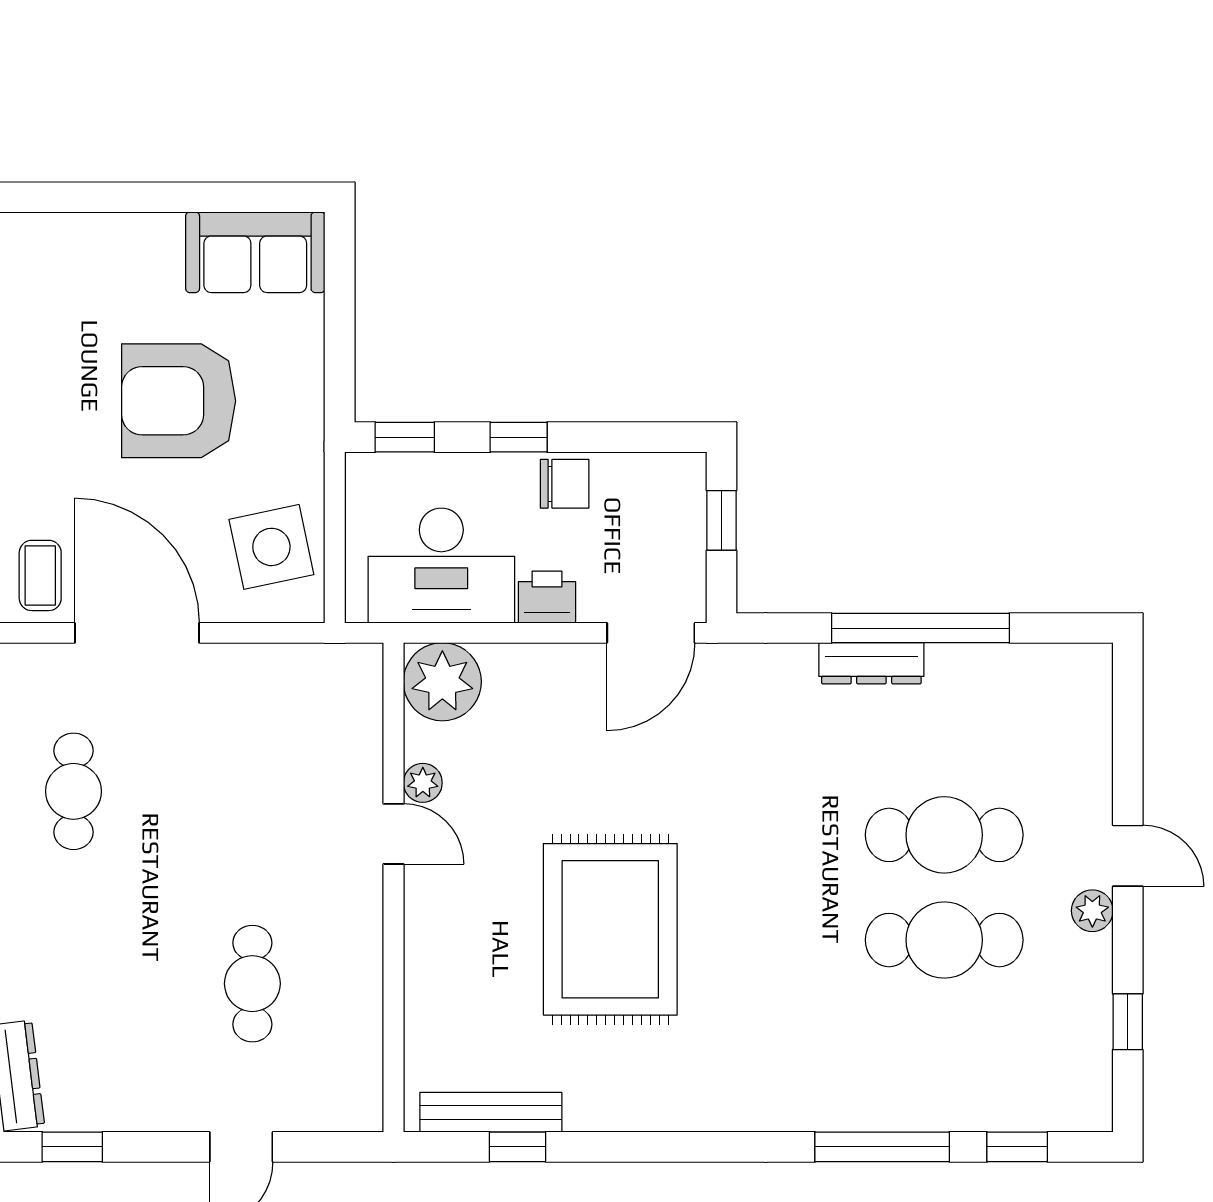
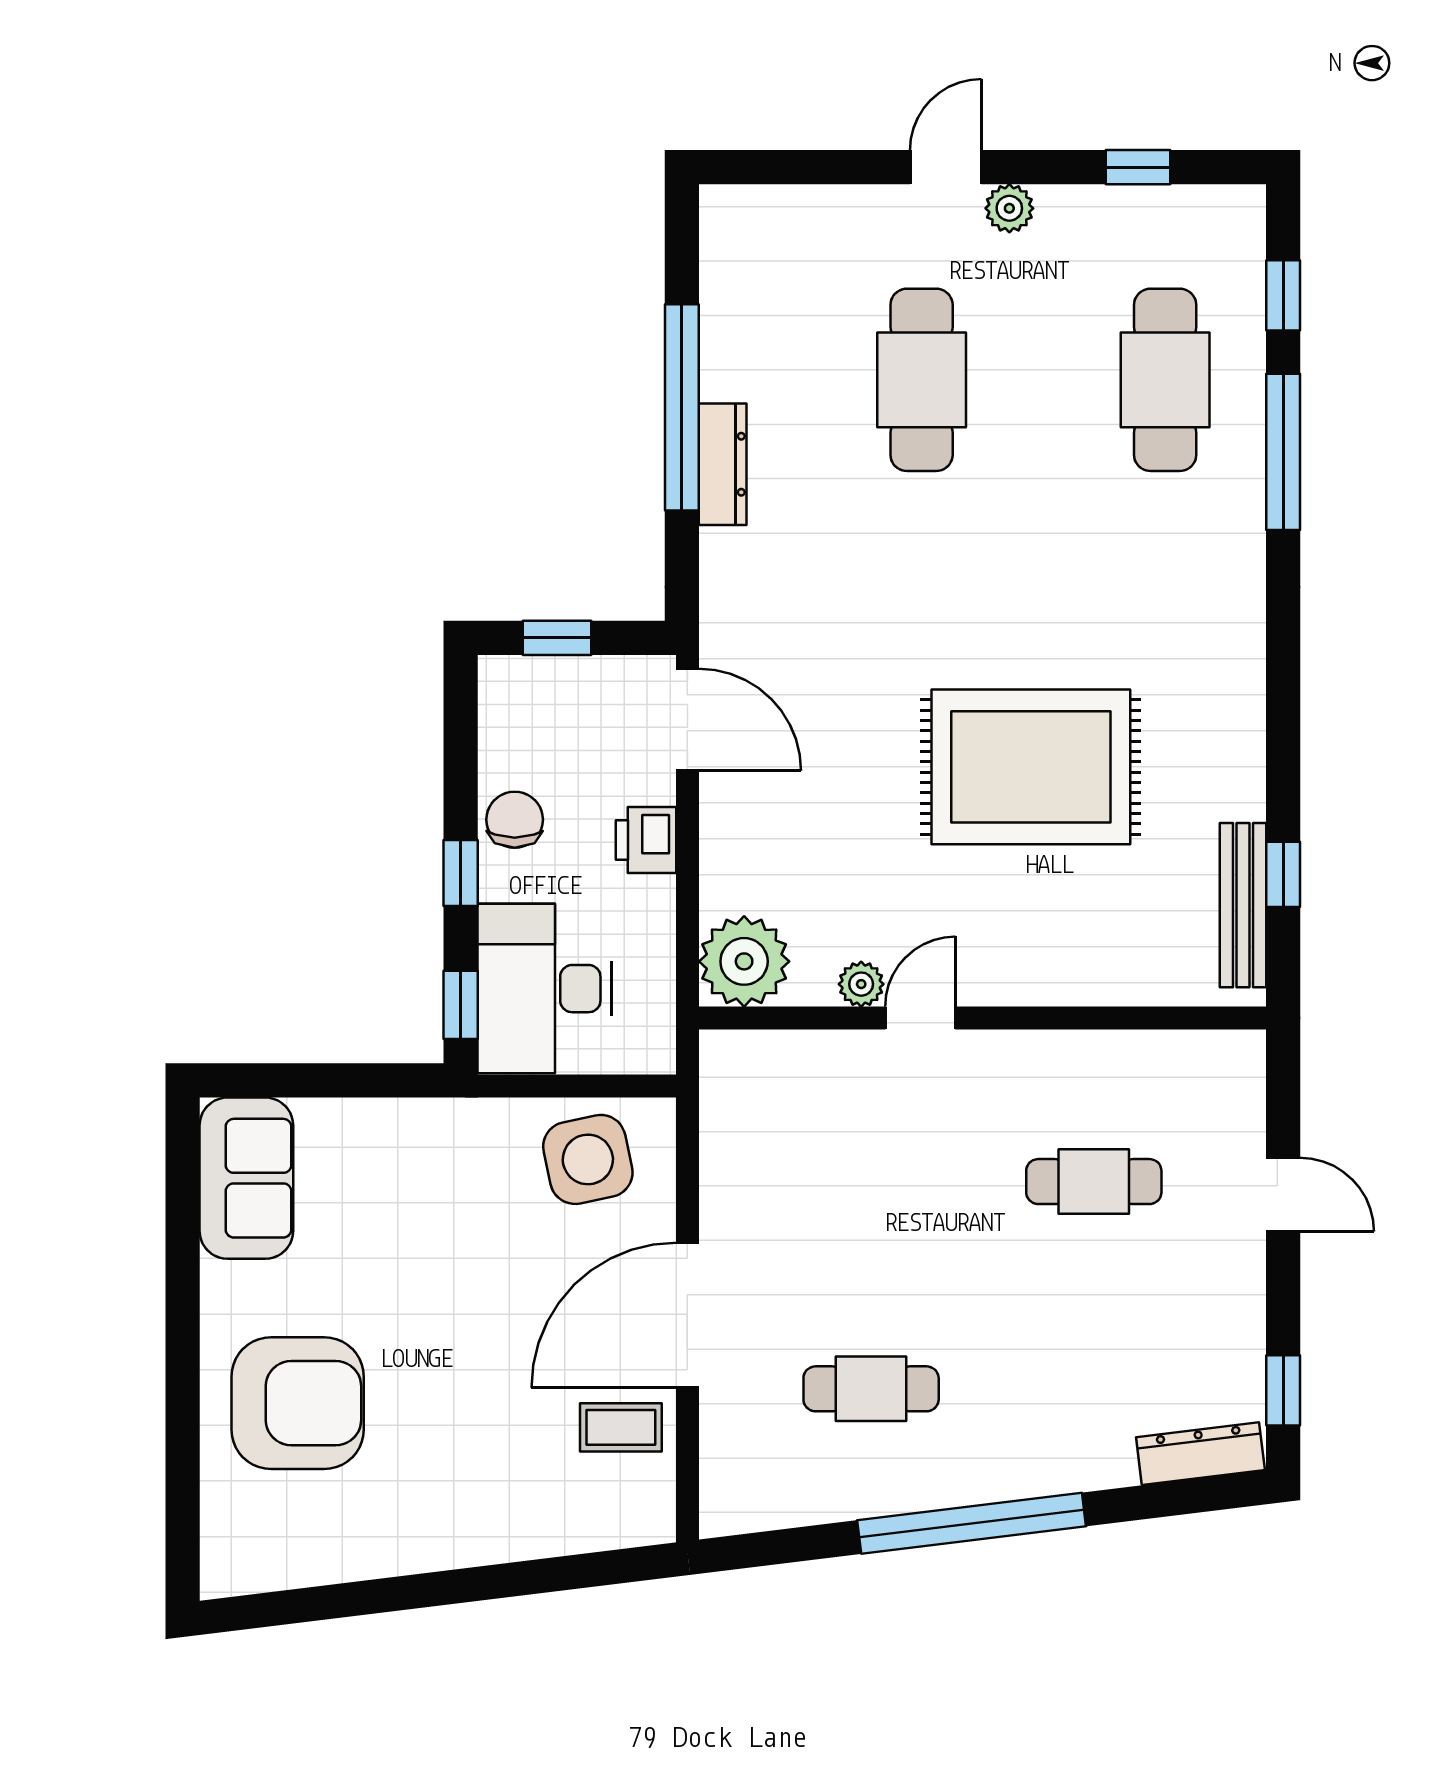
armchair: (179, 401) -> (298, 1403), moved, turned -90
desk: (441, 566) -> (544, 989), moved, turned 180
cafe table: (944, 940) -> (1165, 380), moved

